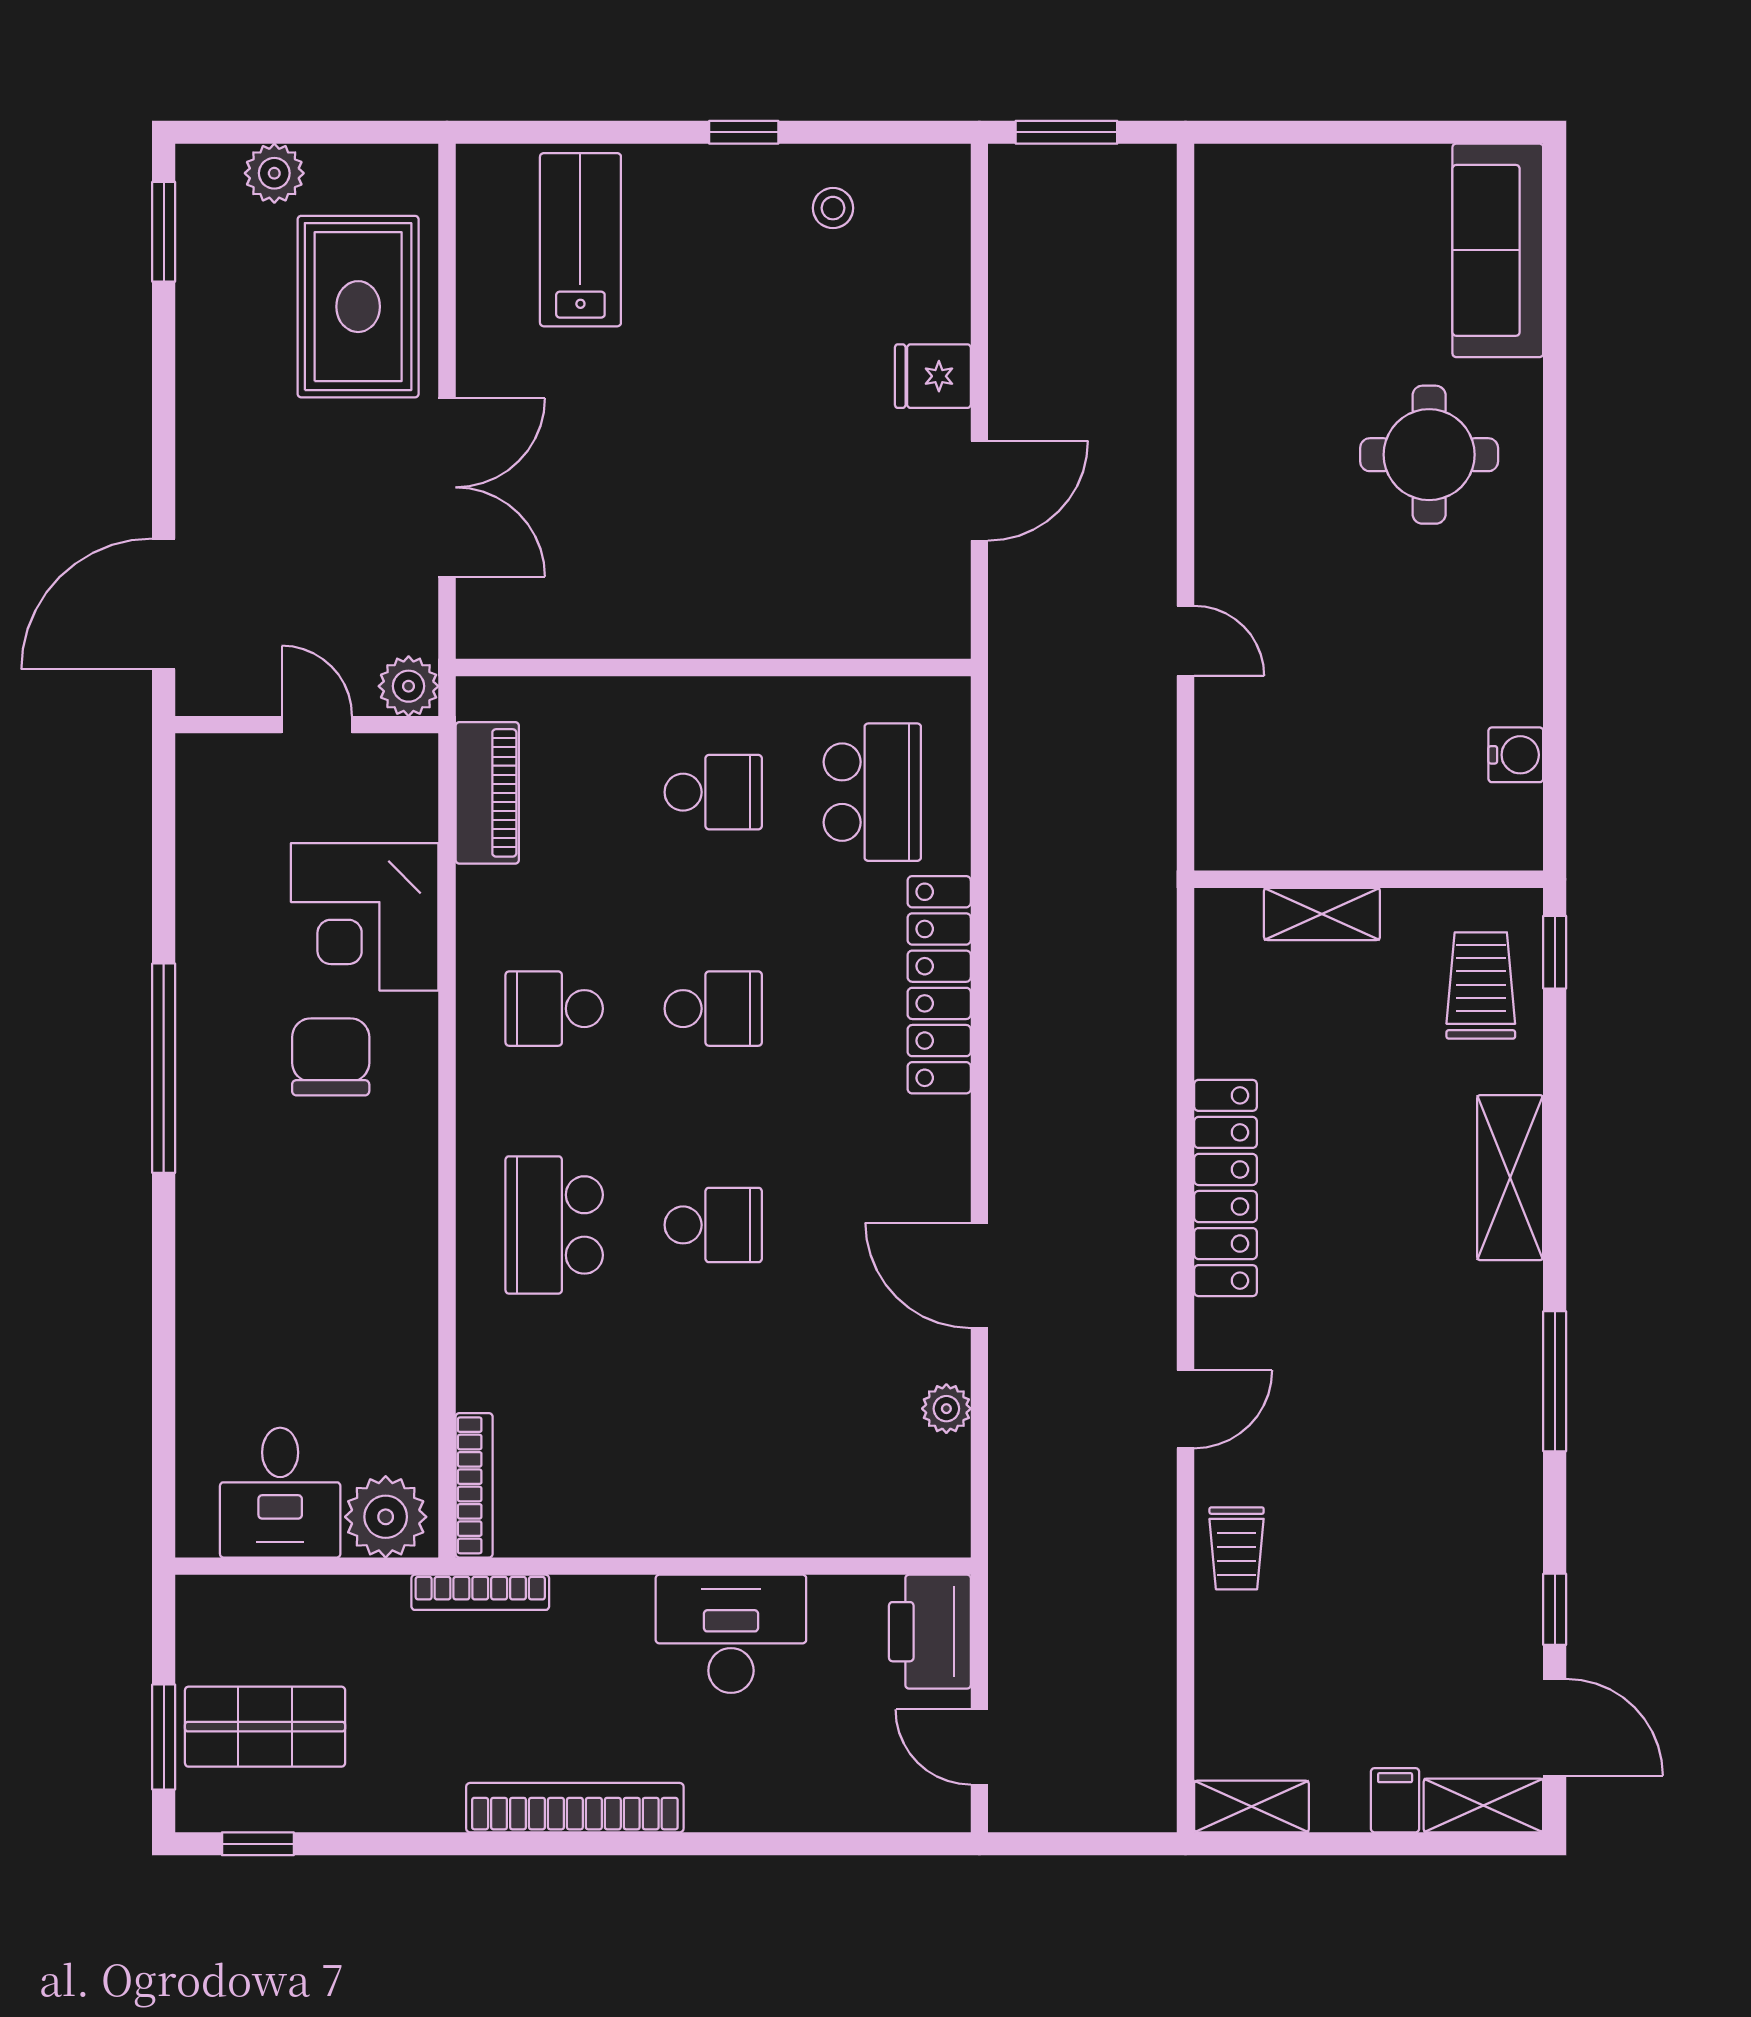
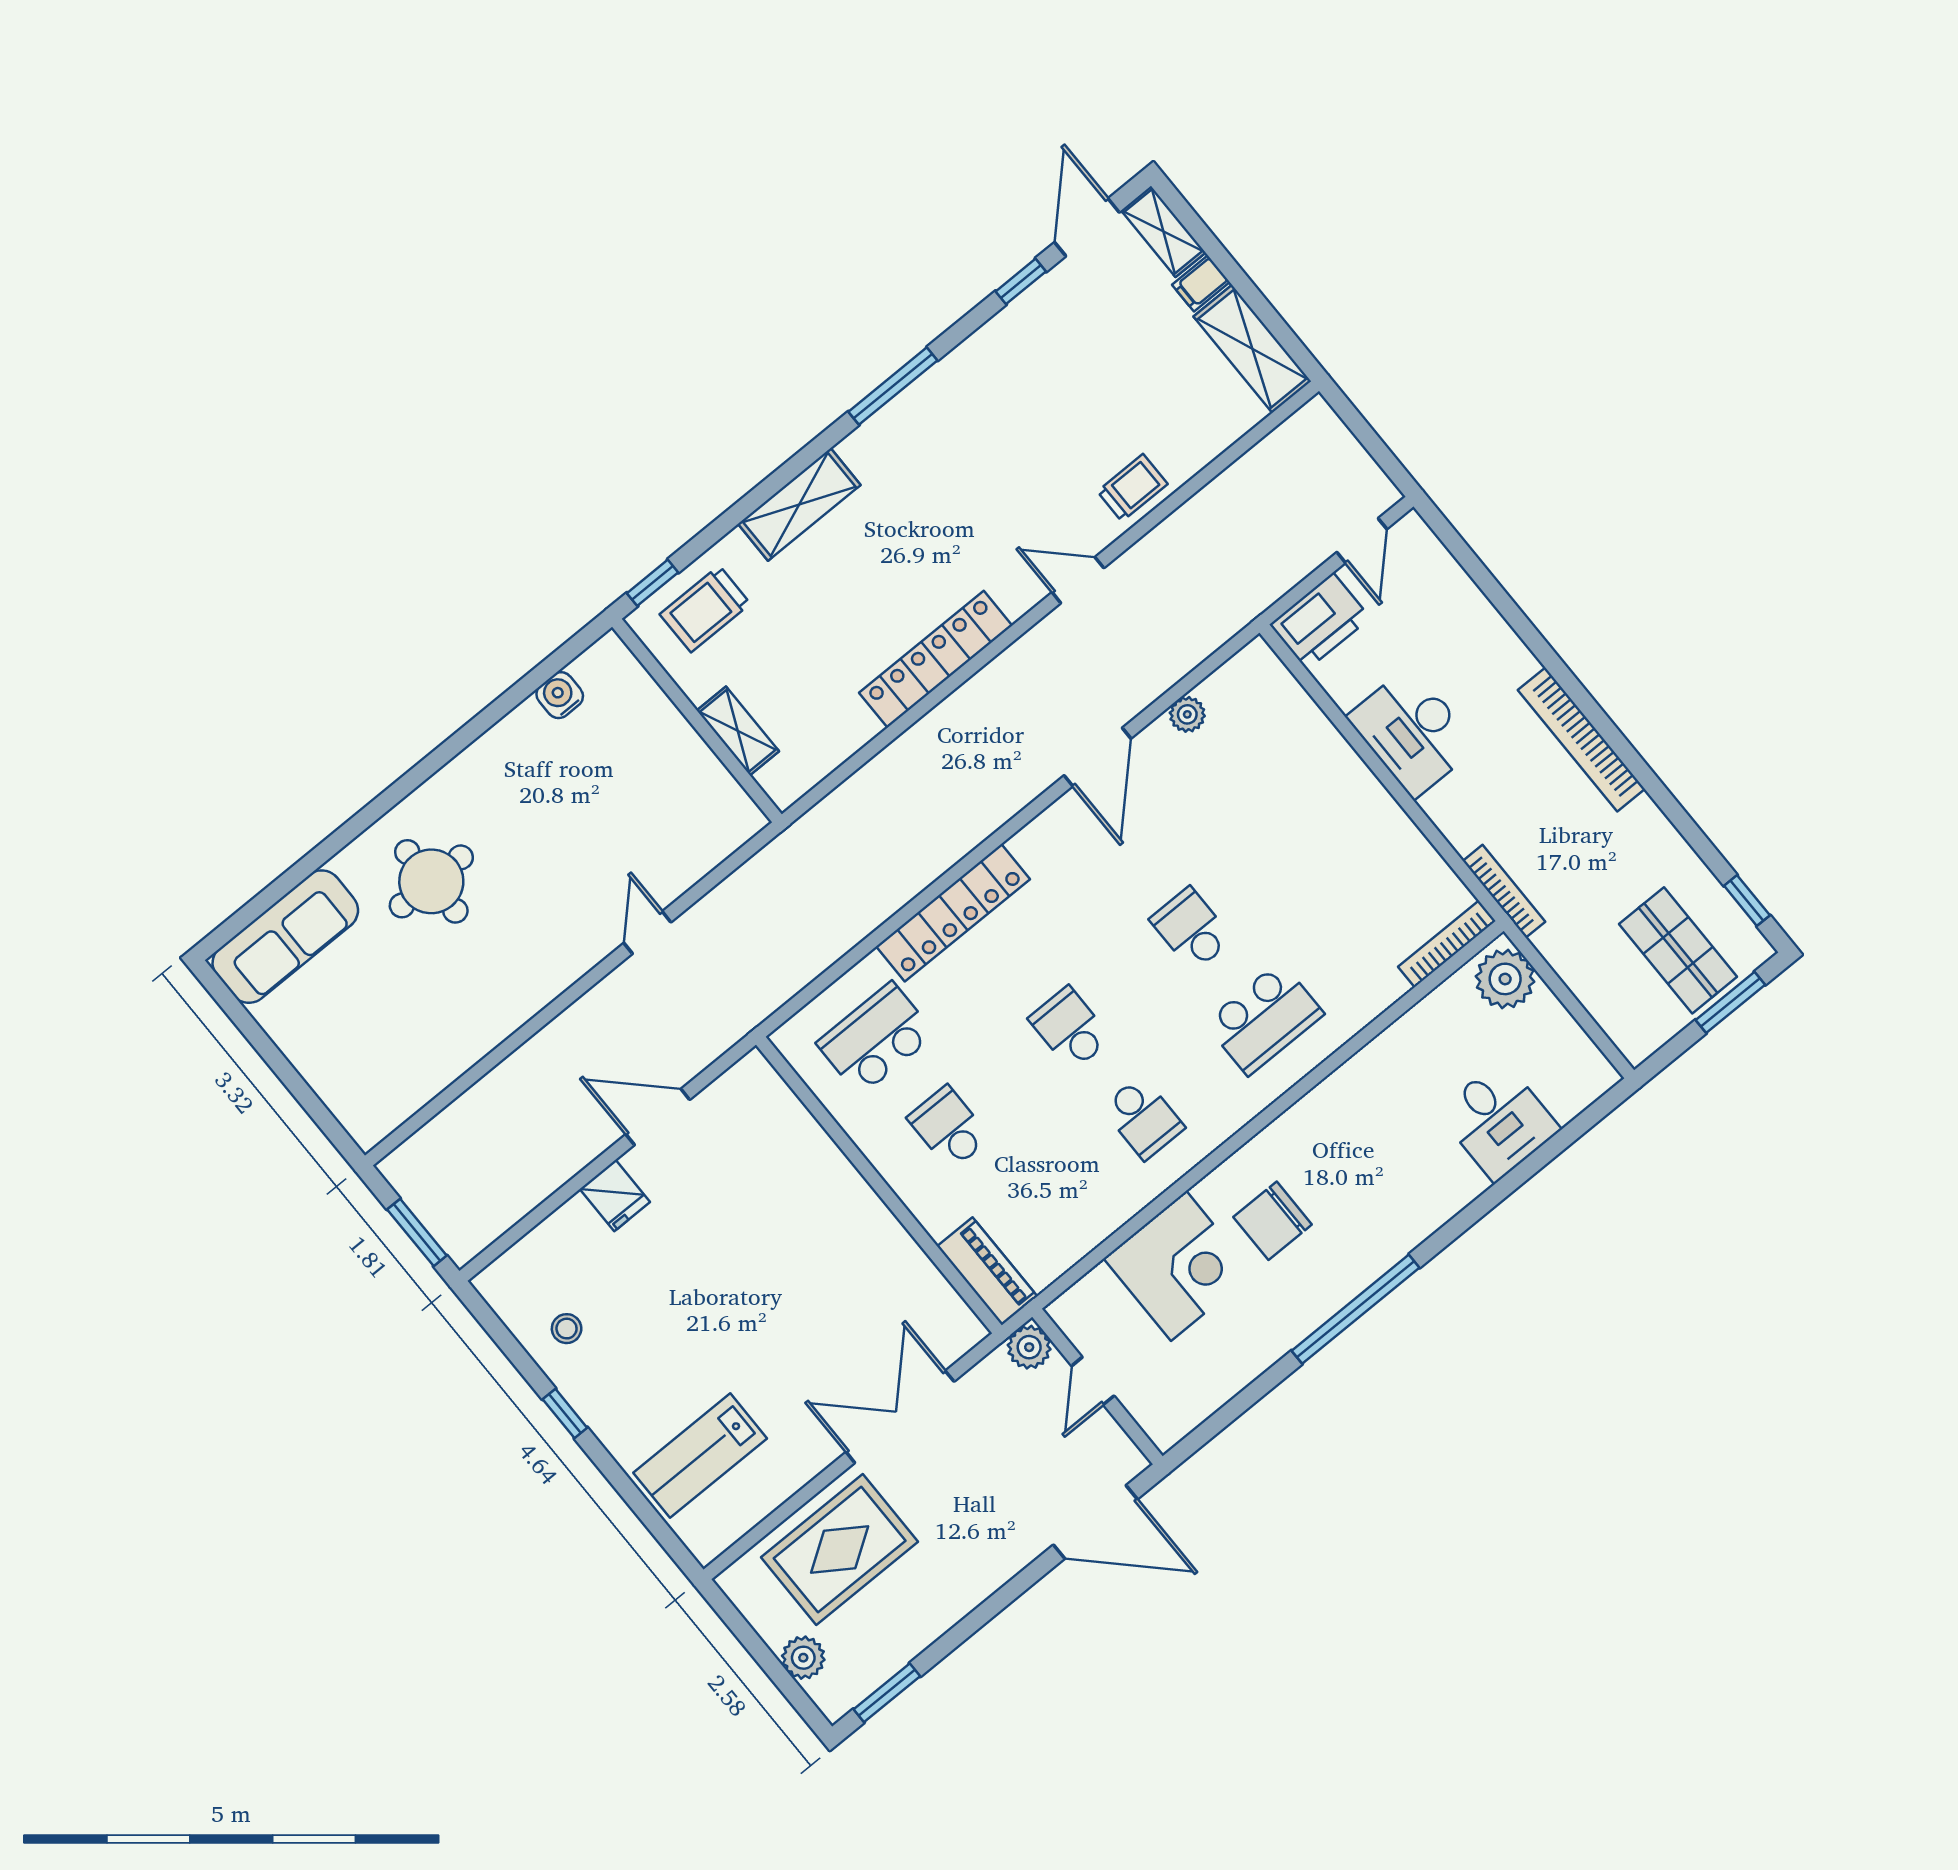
piano: (487, 793) -> (987, 1271), moved, turned 90
desk: (280, 1493) -> (1499, 1121), moved, turned 90
shelving: (1251, 1806) -> (1252, 349), width x1.50, depth x1.33

